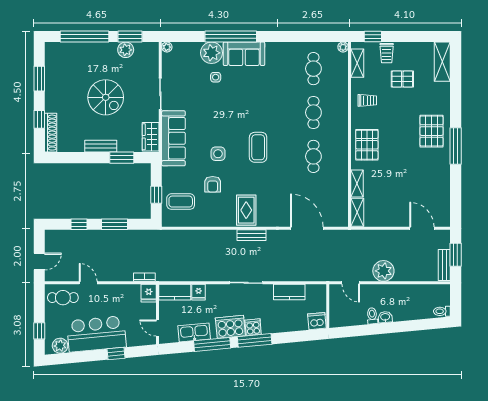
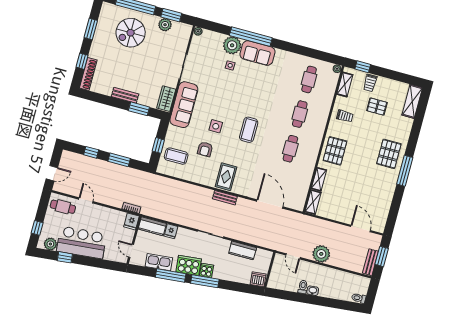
spiral stairs: (106, 97) -> (131, 33), moved, turned 90
window: (116, 354) -> (65, 257), moved

